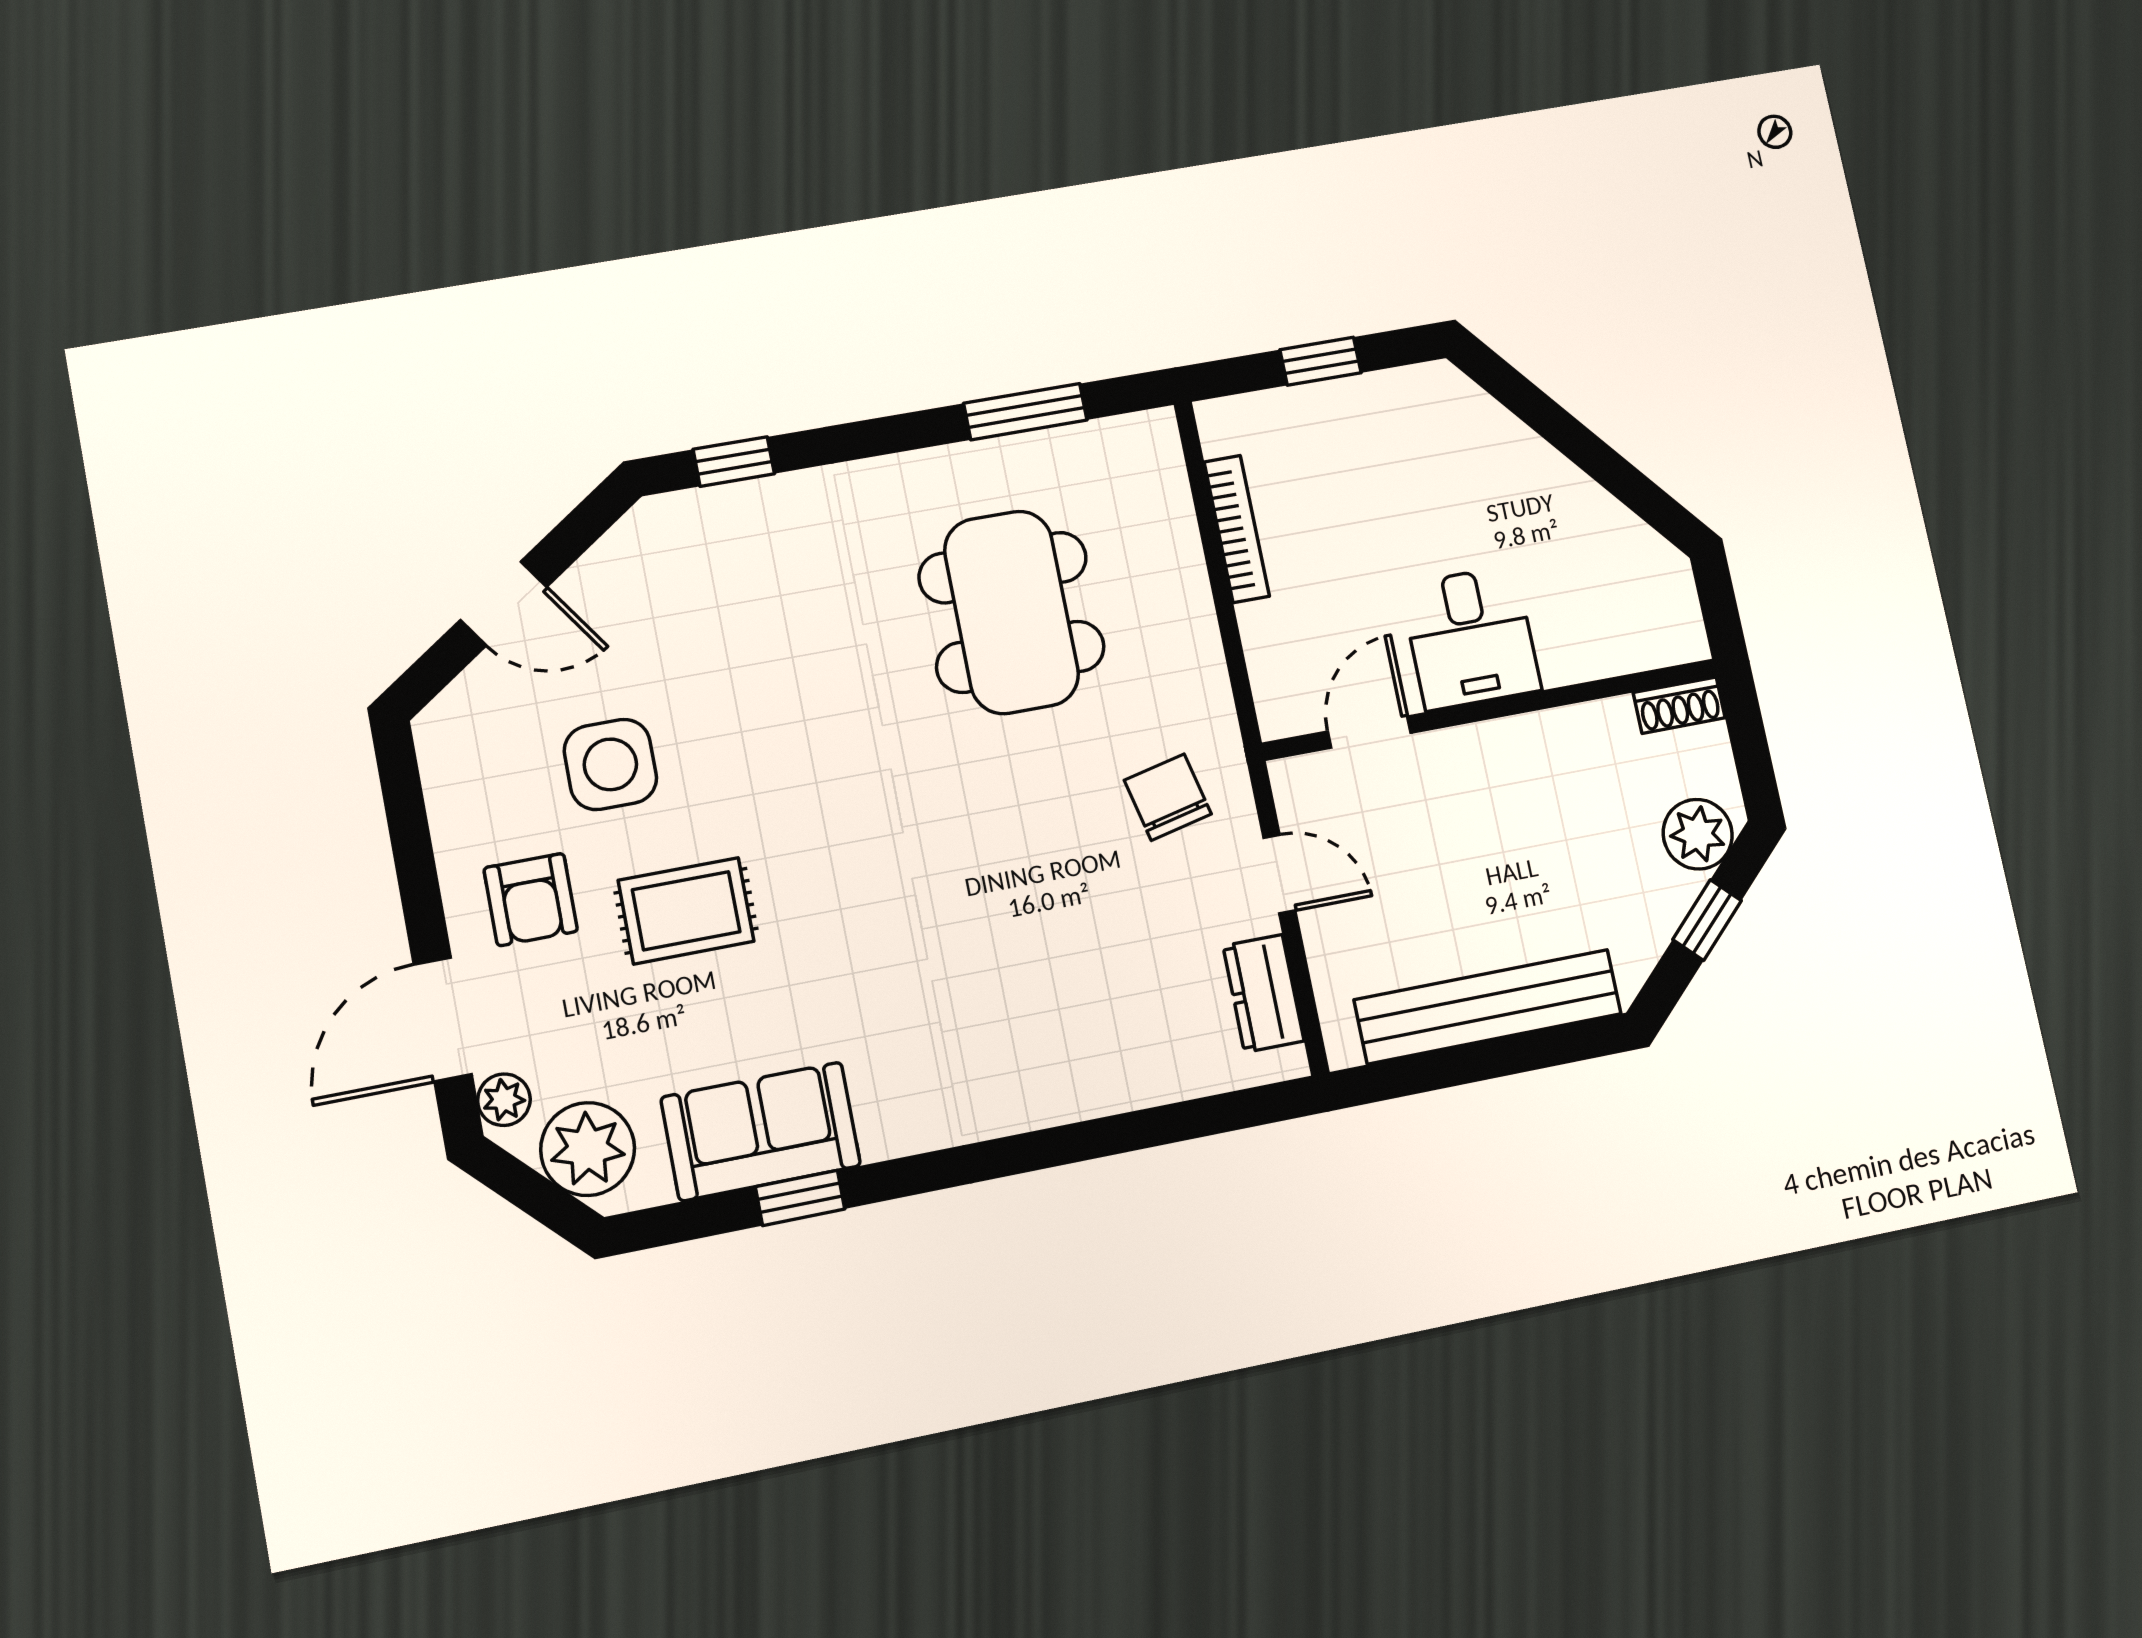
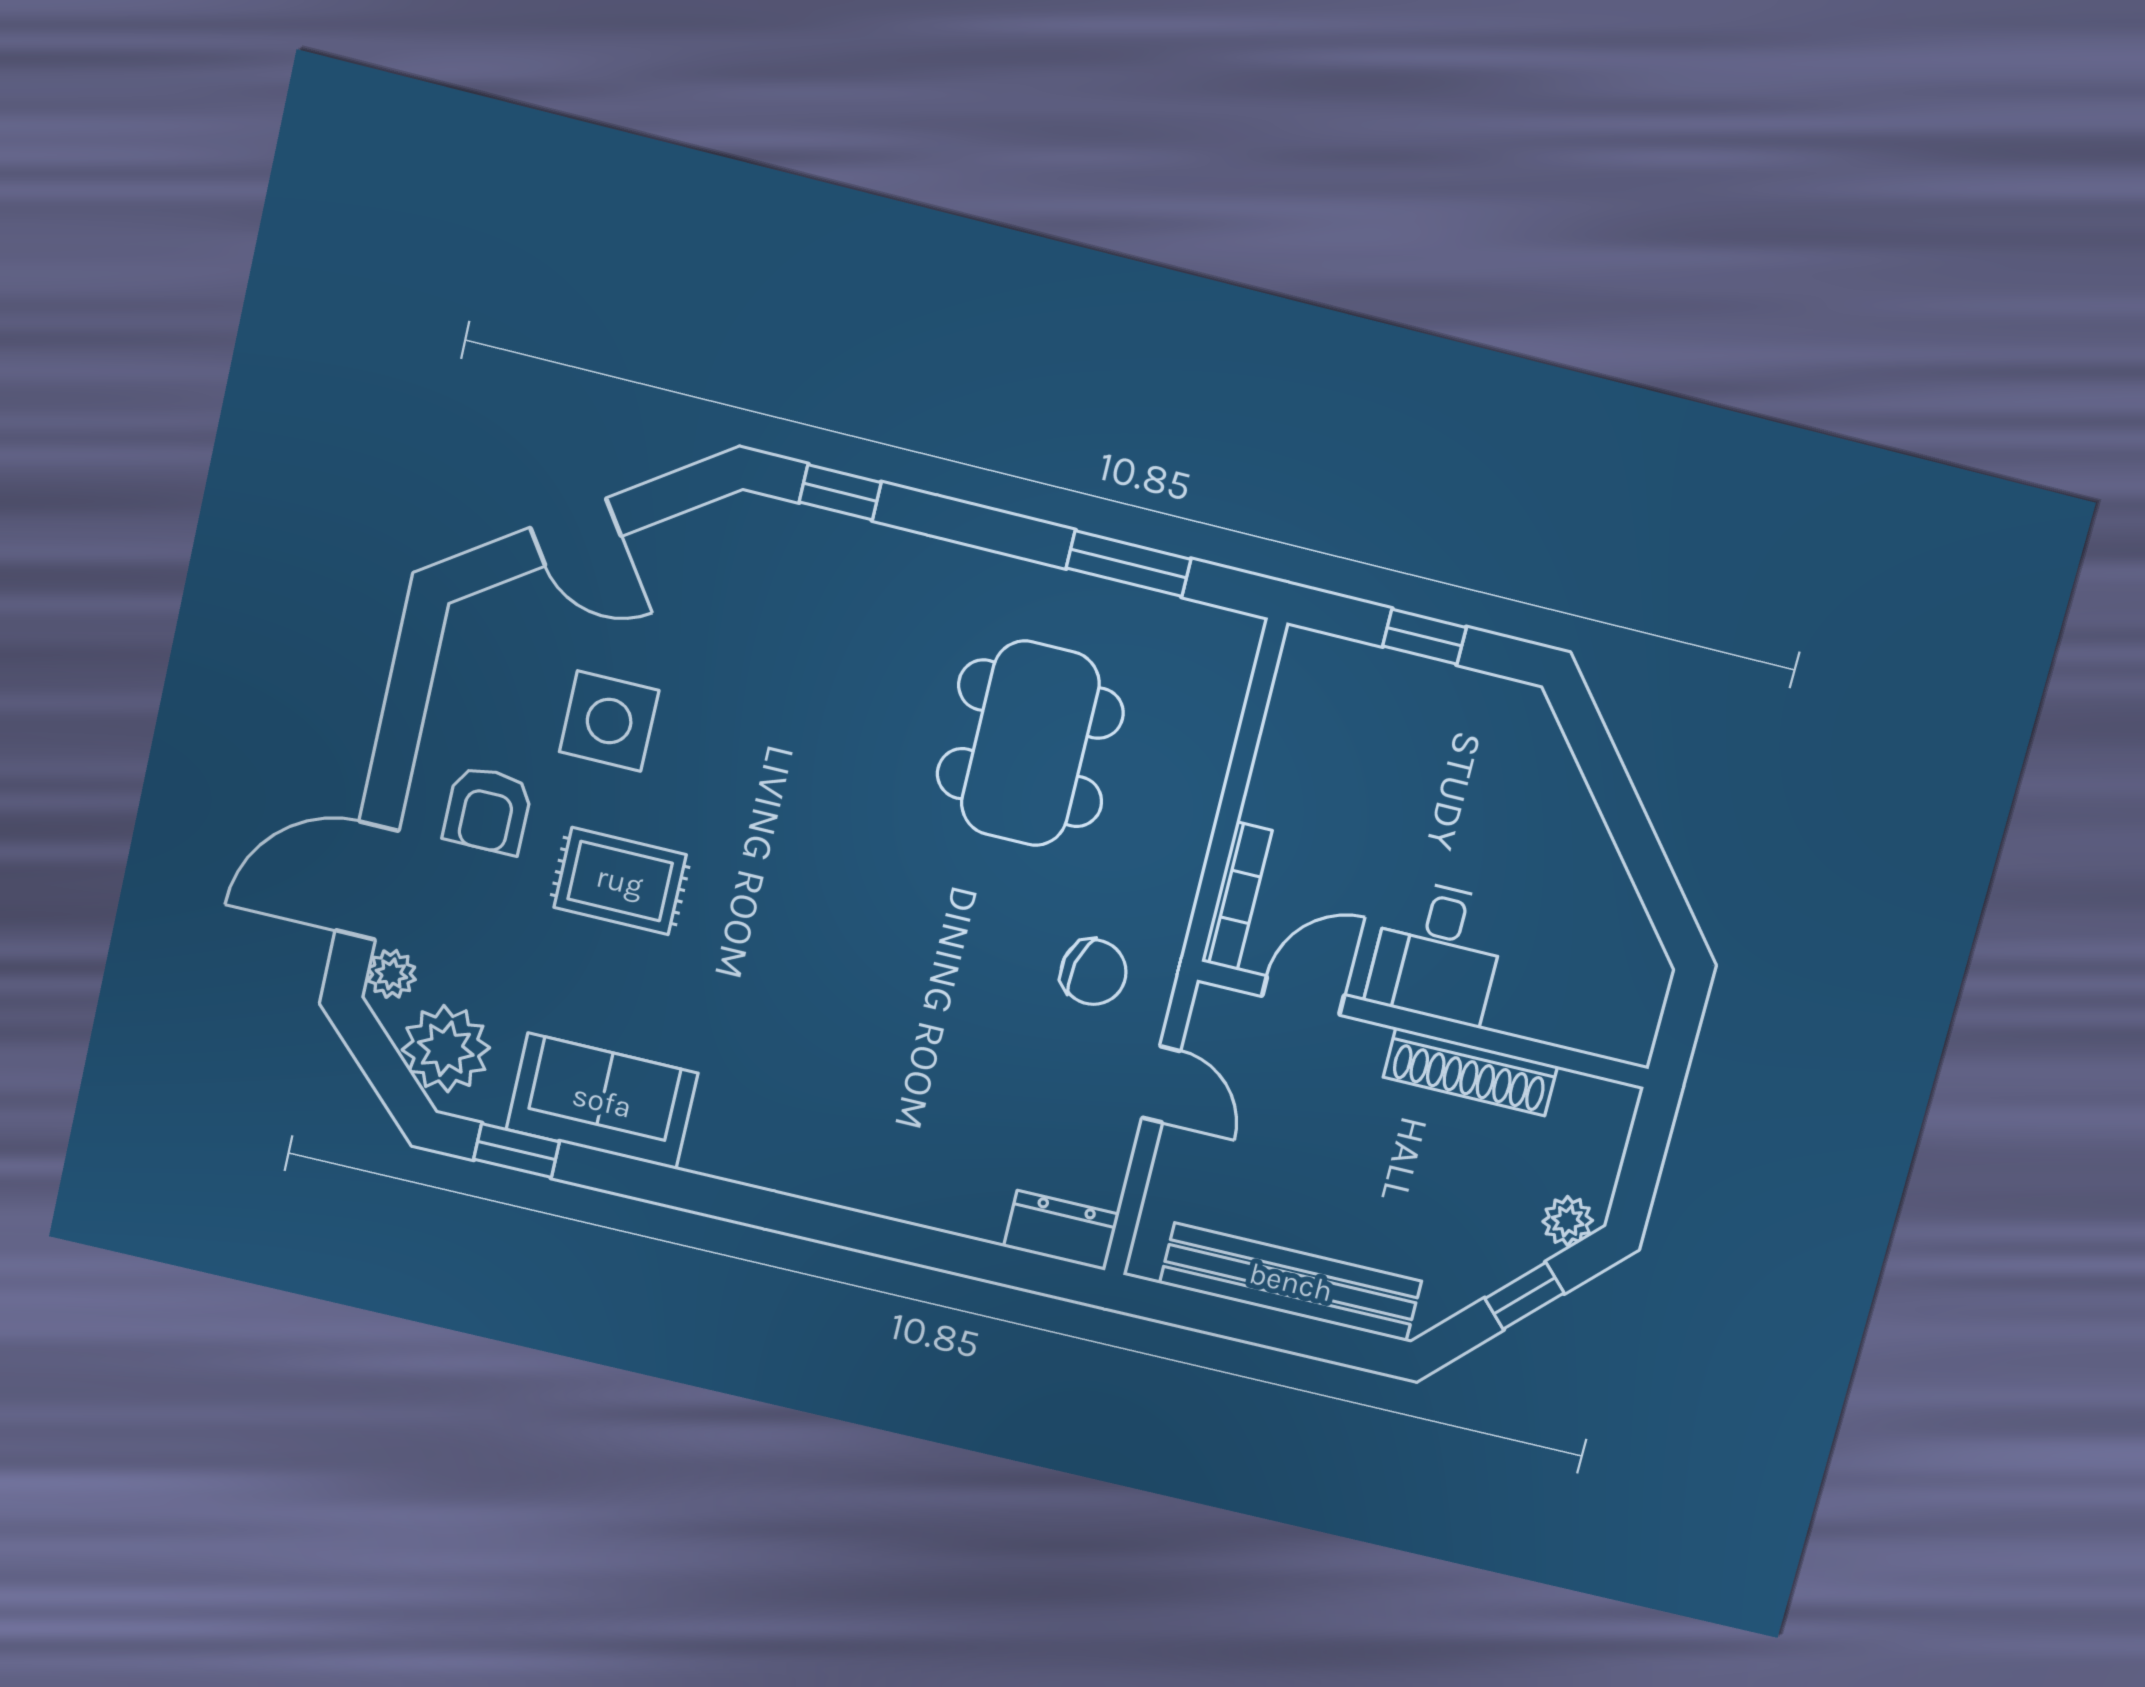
bookcase: (1237, 529) -> (1237, 896), moved
shoe rack: (1679, 705) -> (1470, 1072), moved, width x1.94, depth x1.24
chair: (1168, 797) -> (1094, 972), turned 116
plant: (1698, 834) -> (1568, 1221), width x0.73, depth x0.73
dresser: (1263, 993) -> (1061, 1230), moved, turned 90
window: (800, 1198) -> (517, 1151), moved

